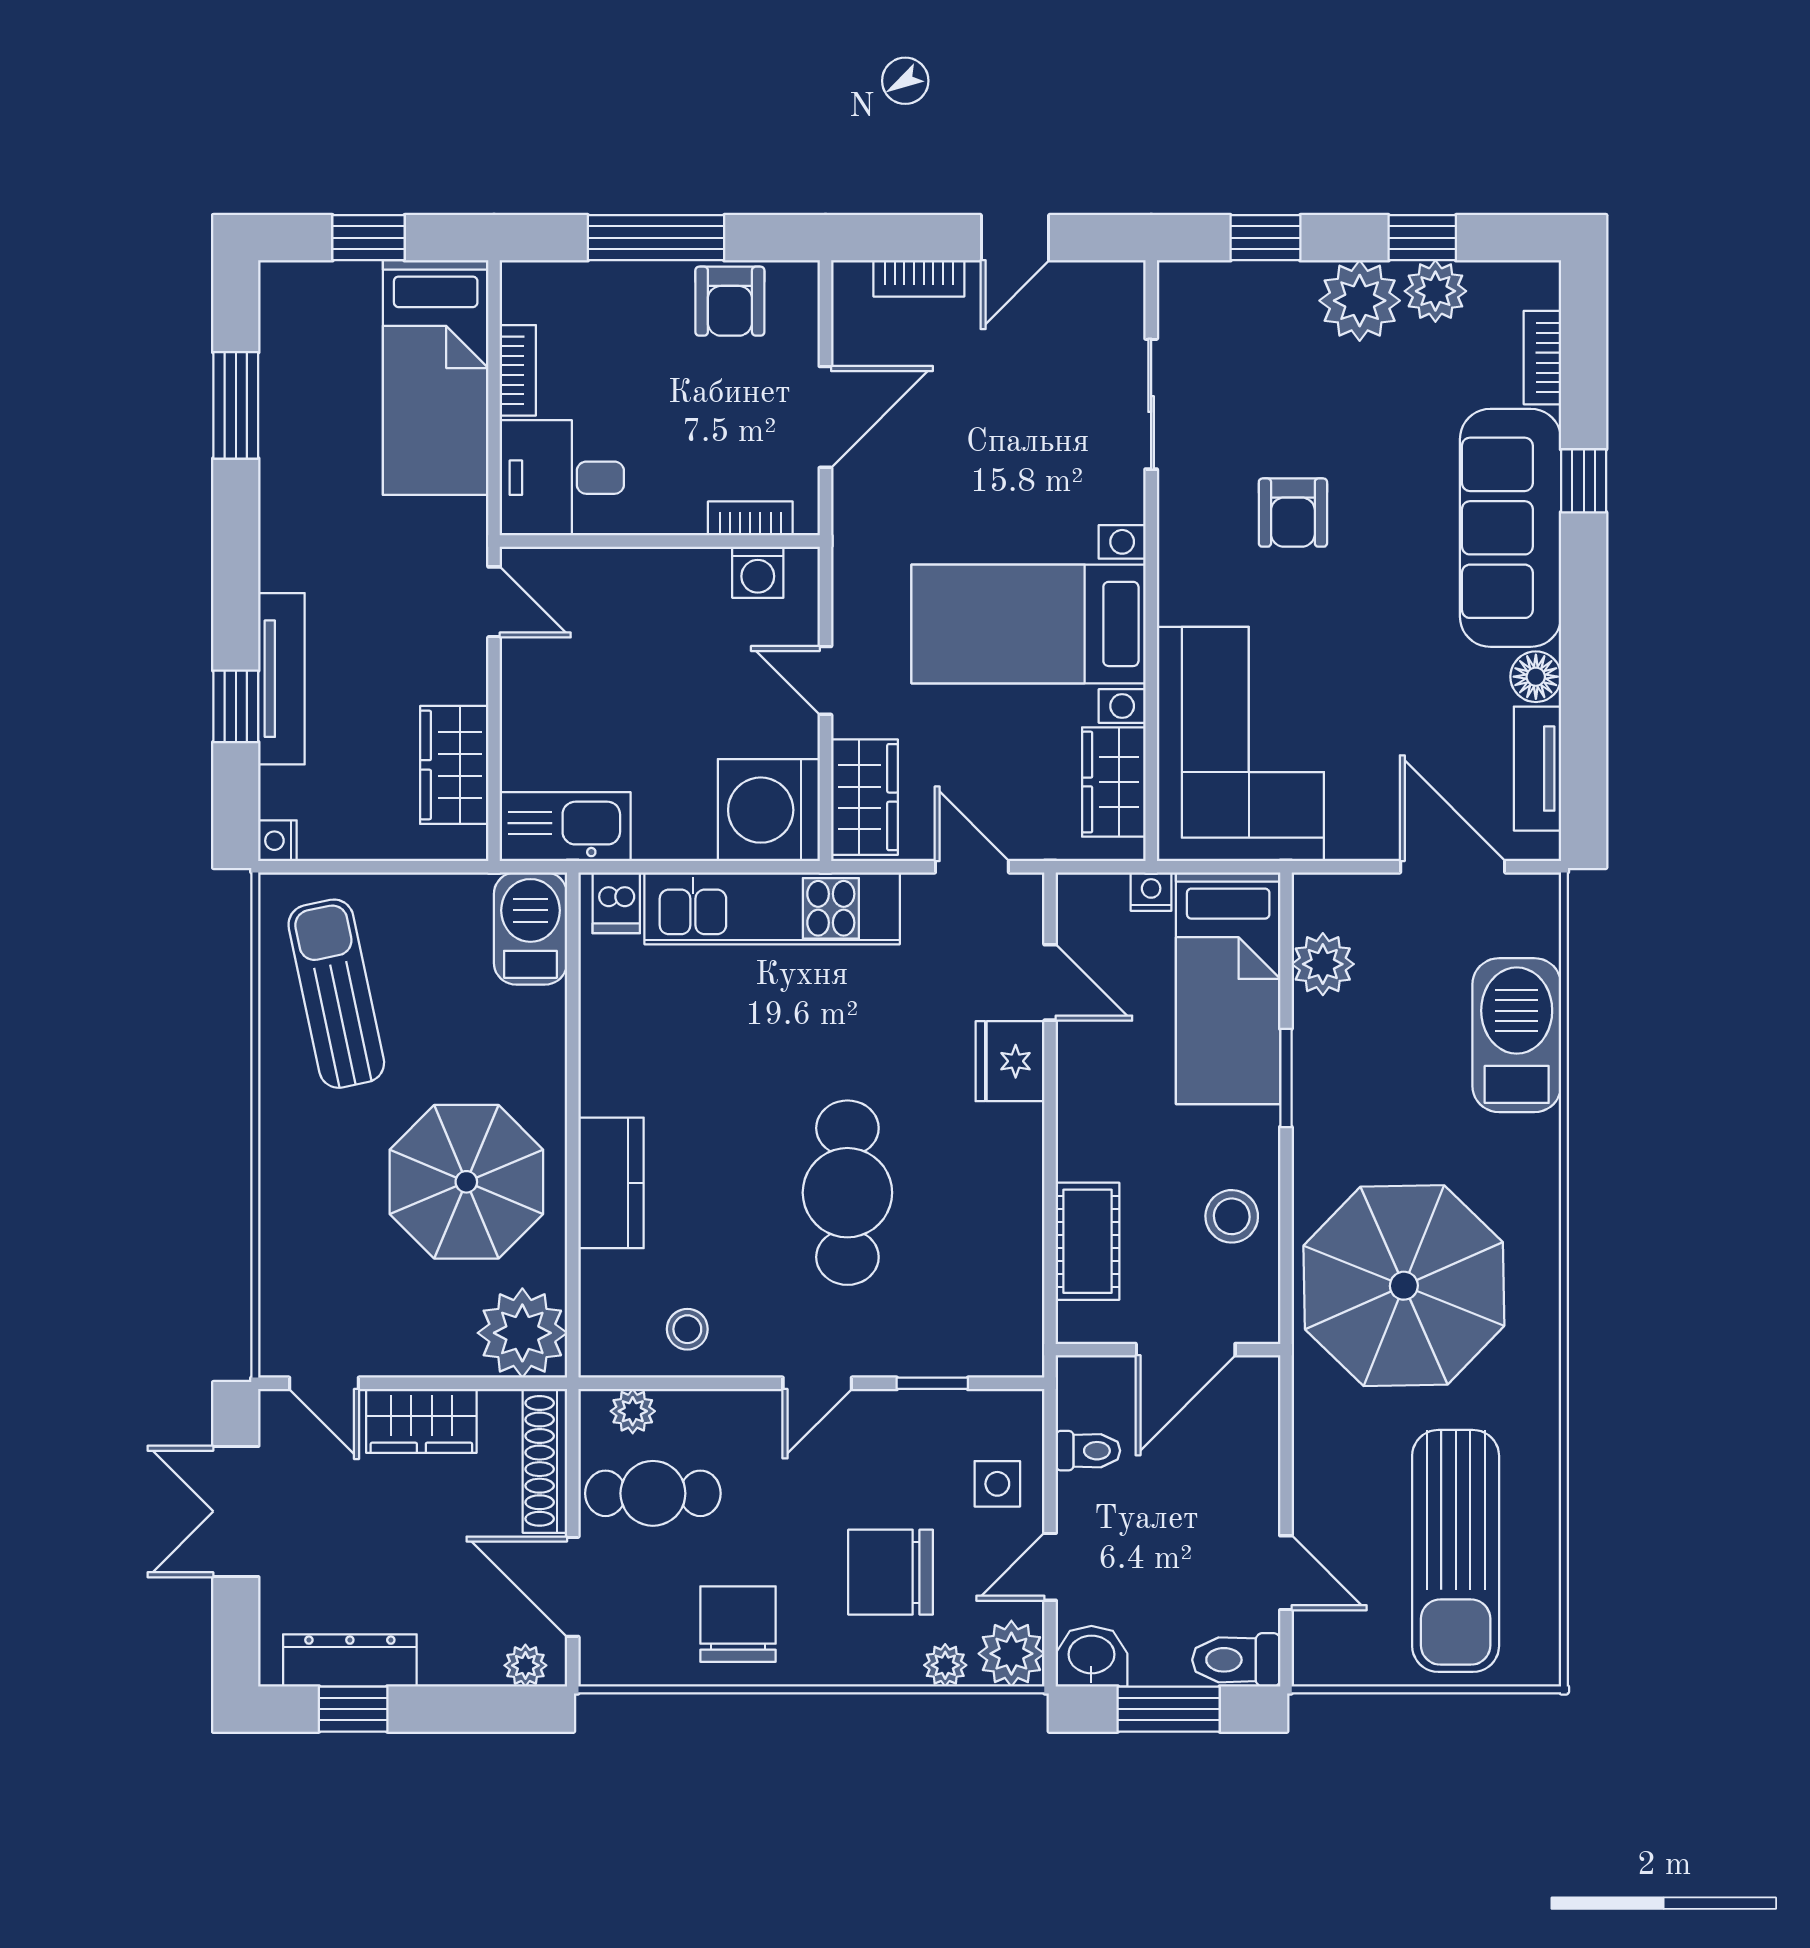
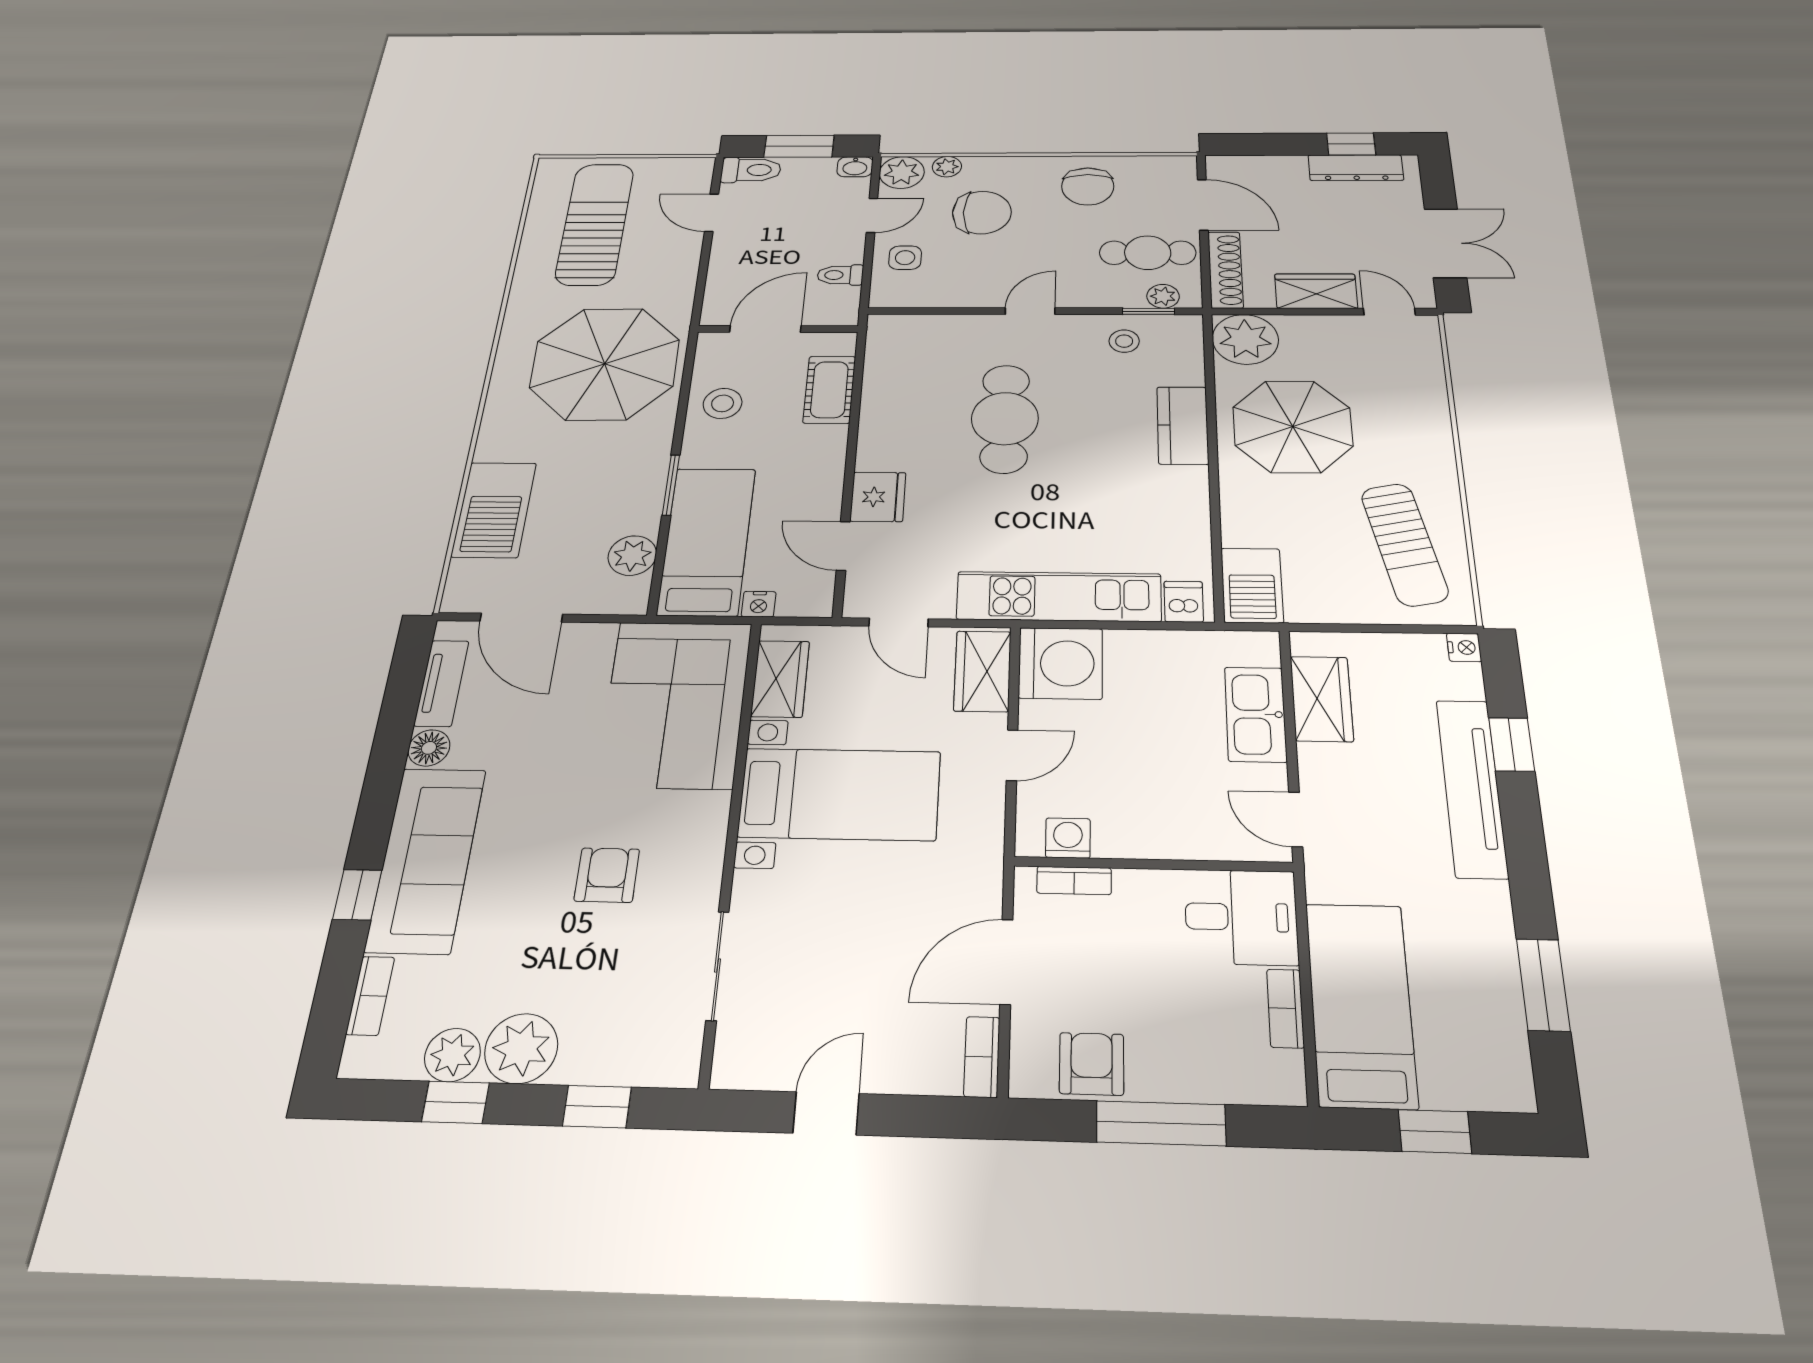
bookcase: (919, 278) -> (982, 1057), moved, turned -90
tv unit: (281, 679) -> (1472, 788), width x1.36, depth x1.29
door: (825, 680) -> (1012, 755), hinge flipped
kitchen sink: (565, 827) -> (1255, 714), moved, turned 90
window: (932, 1383) -> (1148, 311), moved
washbasin: (1091, 1656) -> (855, 167), width x0.72, depth x0.69
plant: (525, 1665) -> (1234, 166), removed

